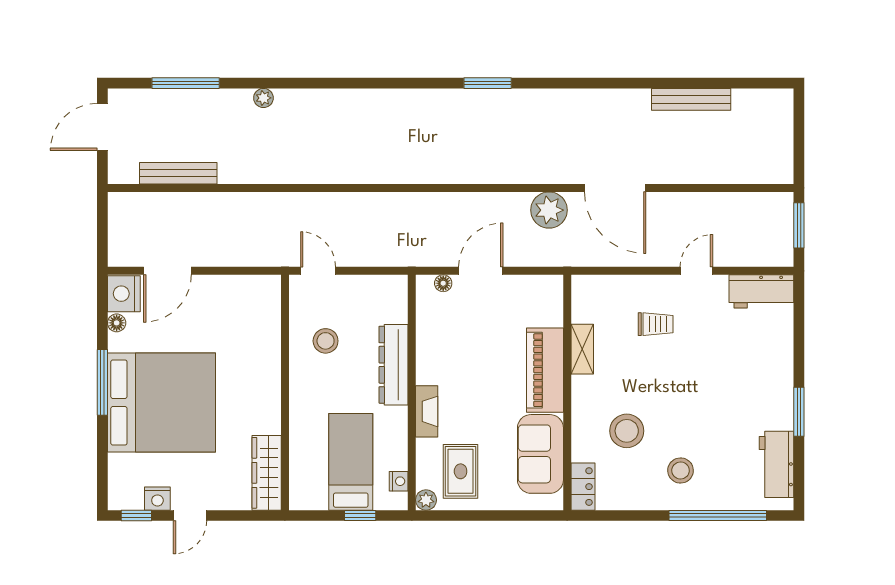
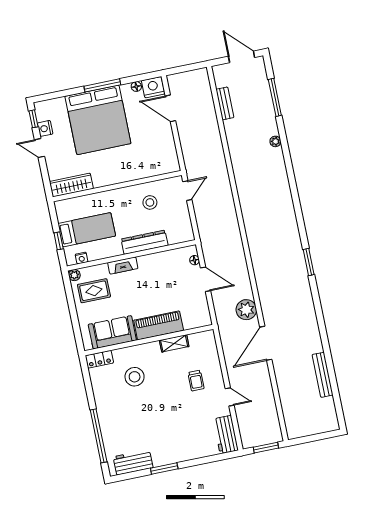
bench: (178, 173) -> (225, 103), width x0.73
stool: (681, 470) -> (119, 411), removed

